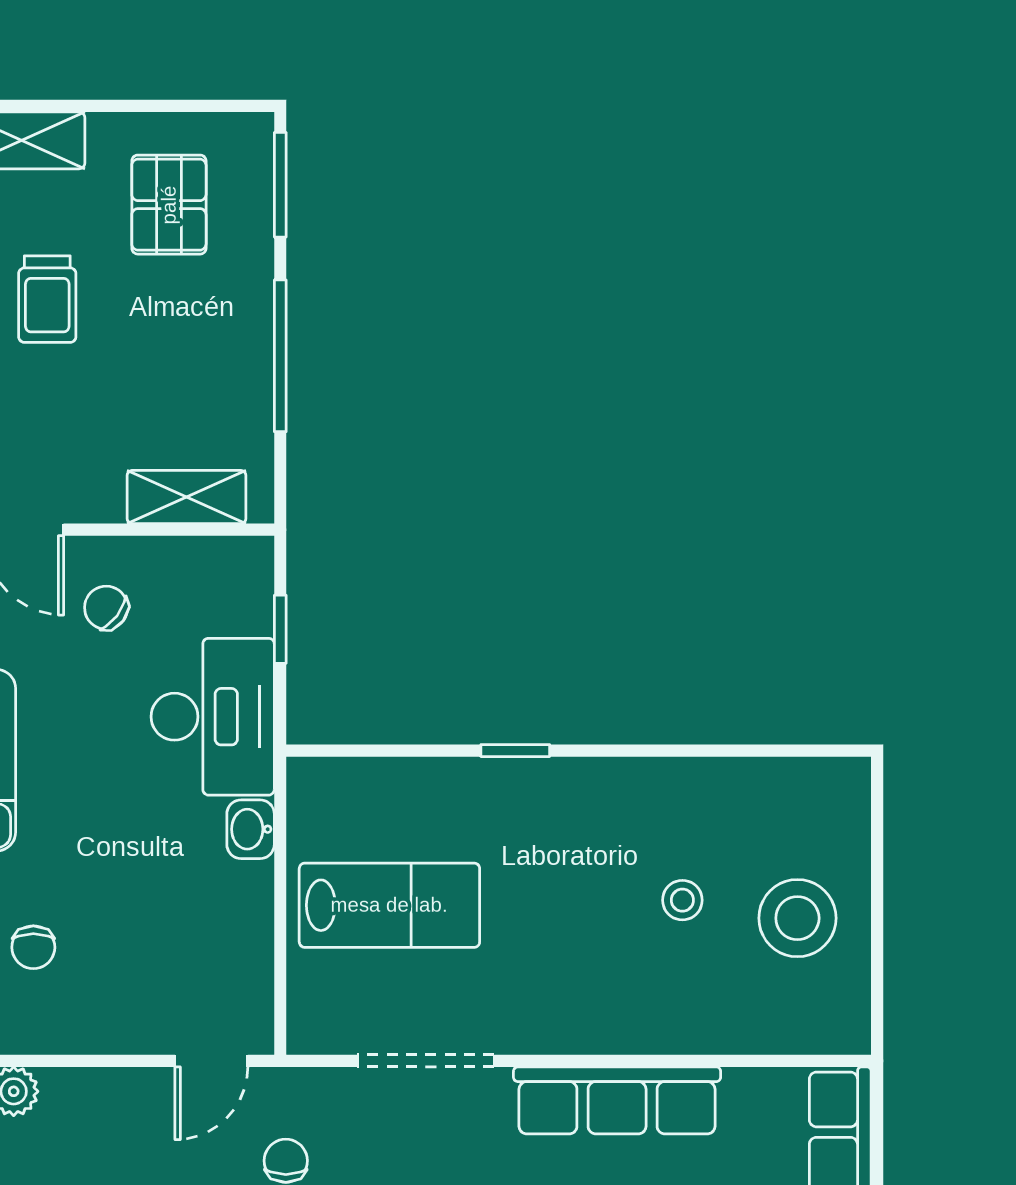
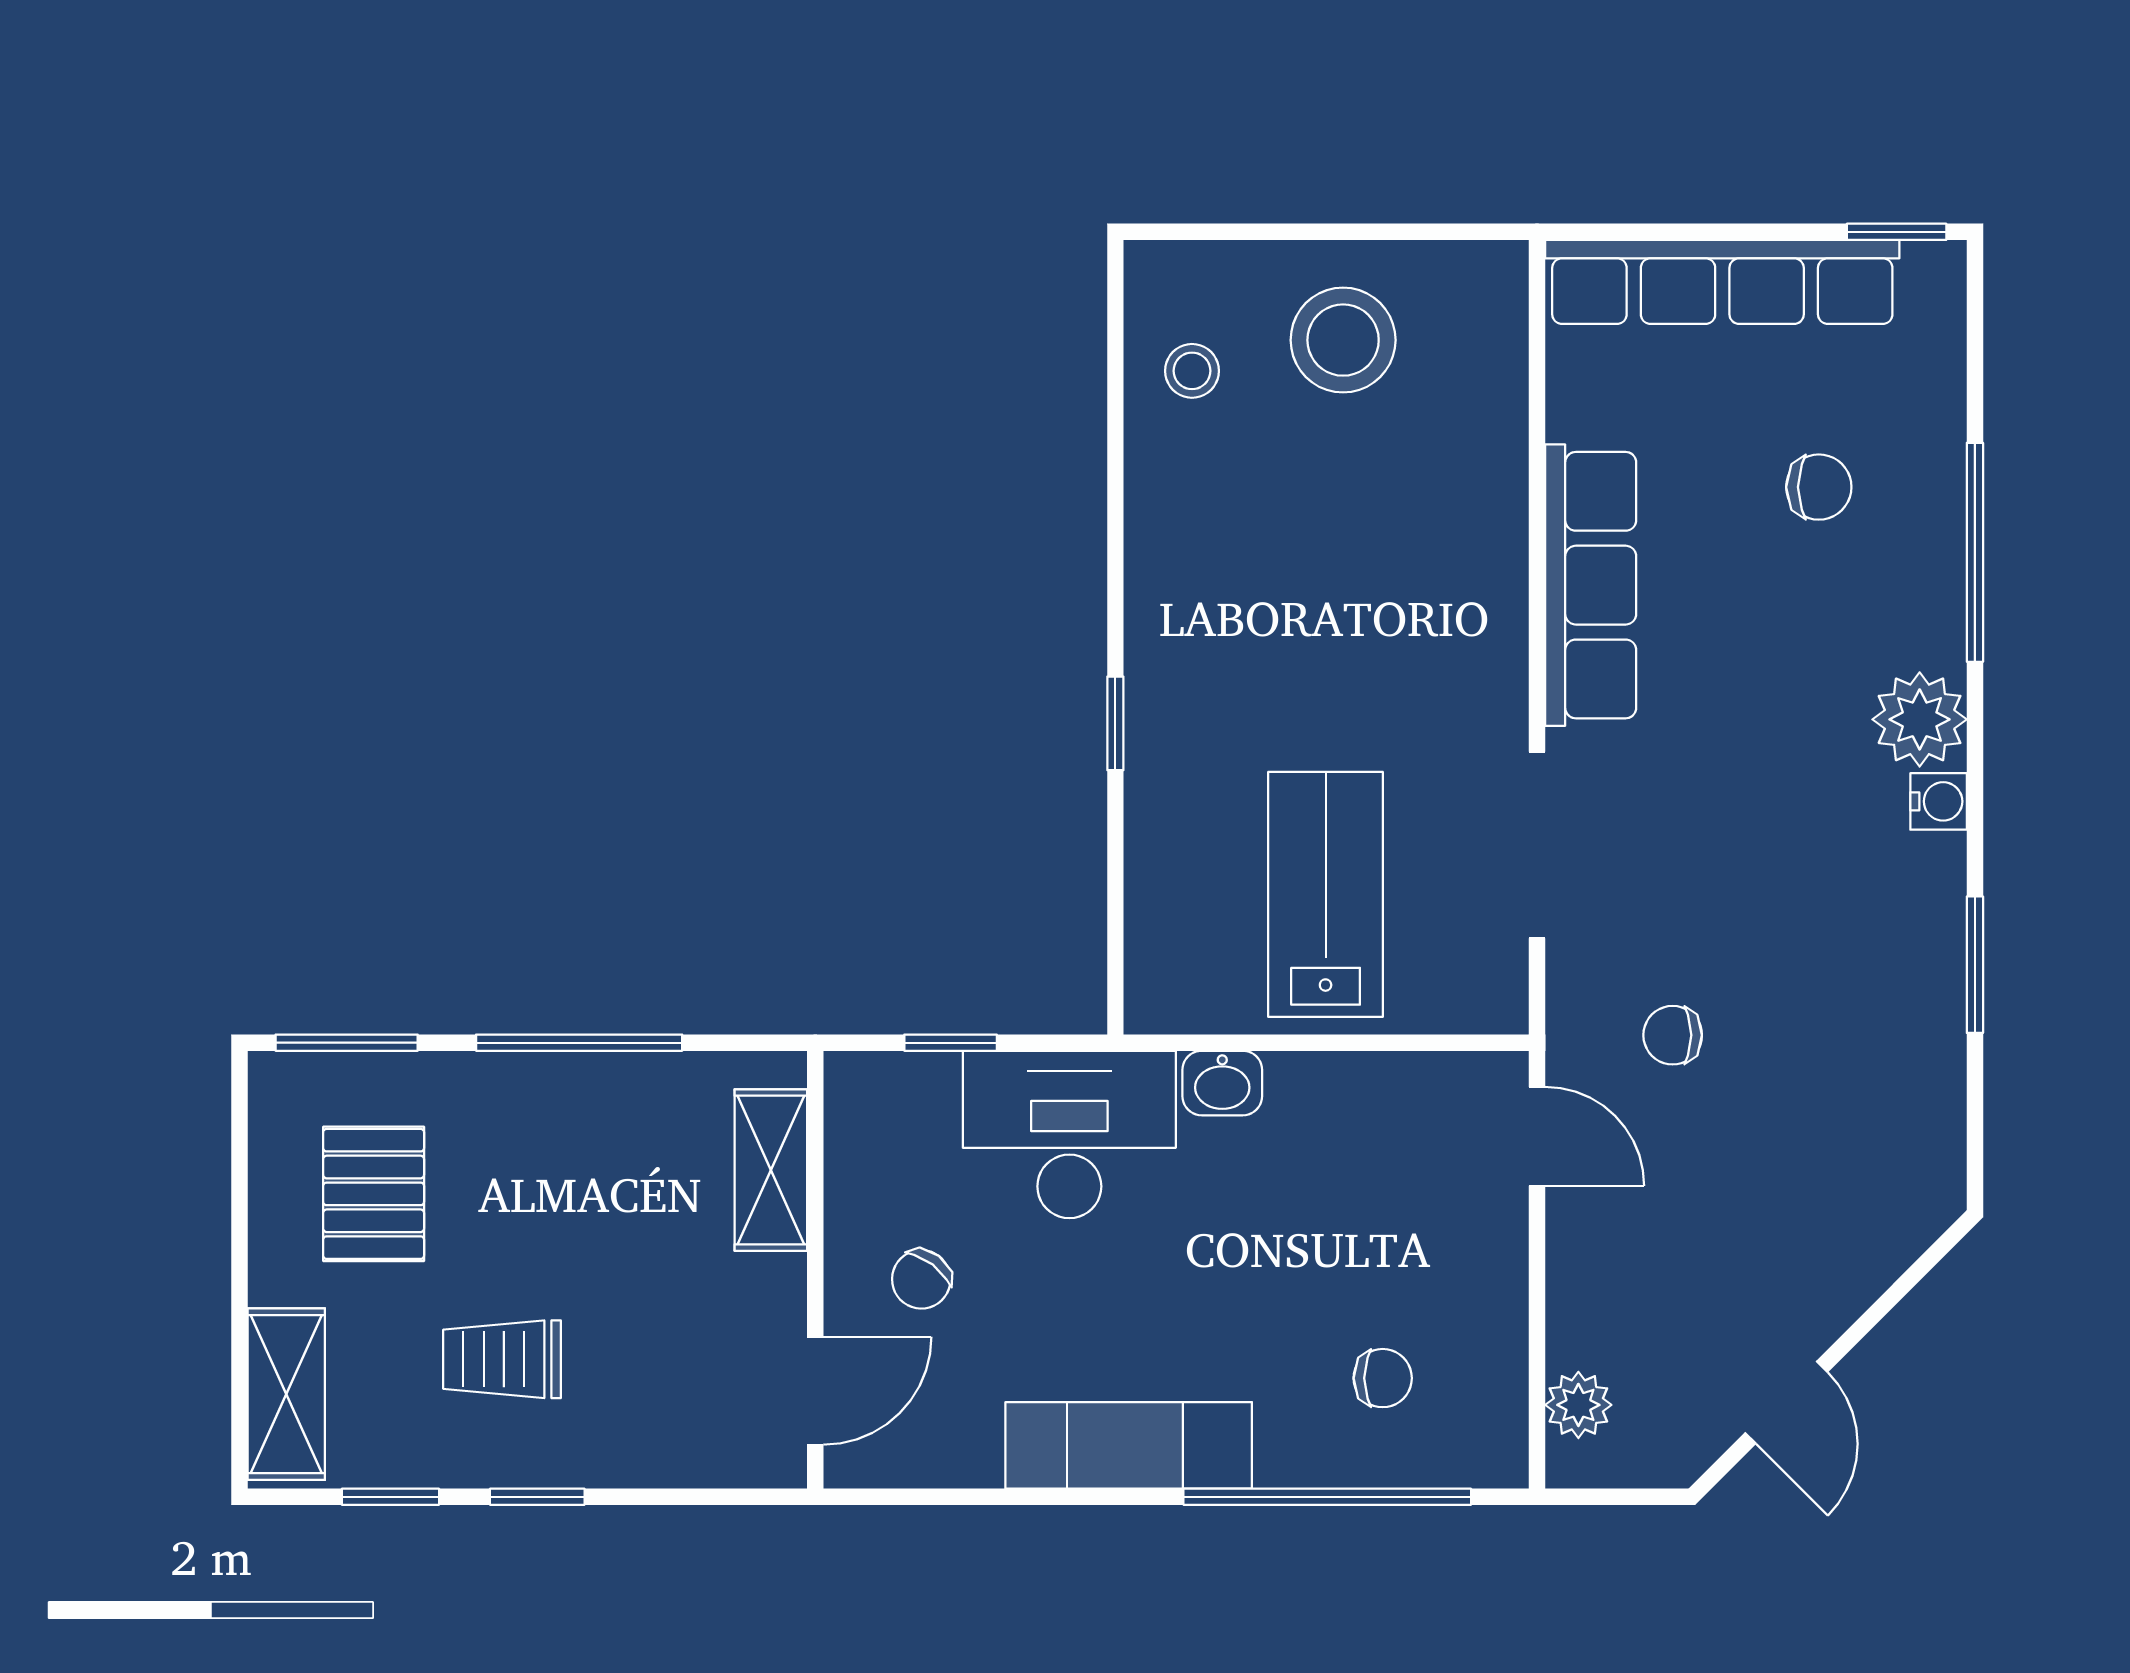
pallet: (169, 205) -> (374, 1194), turned 90
trolley: (47, 299) -> (502, 1359), turned 180
stool: (682, 900) -> (1192, 371), moved

